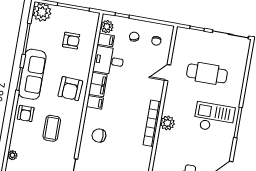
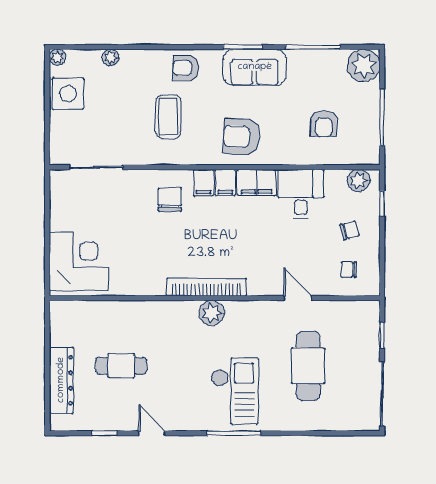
filing cabinet: (106, 40) -> (204, 183), moved
sofa: (32, 74) -> (255, 67), width x0.73
coffee table: (52, 128) -> (168, 117), turned 90

